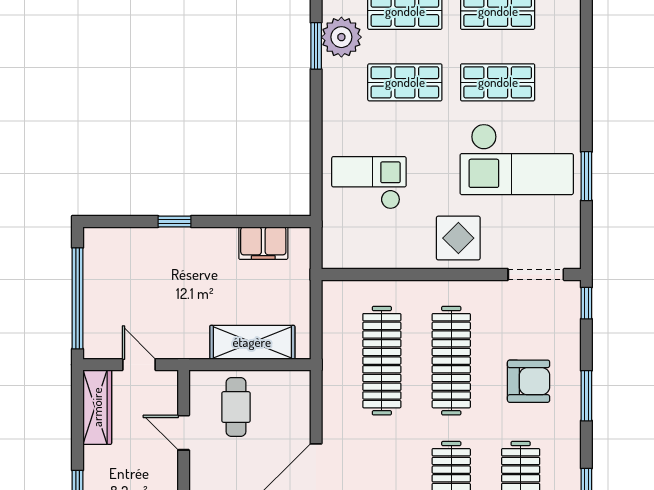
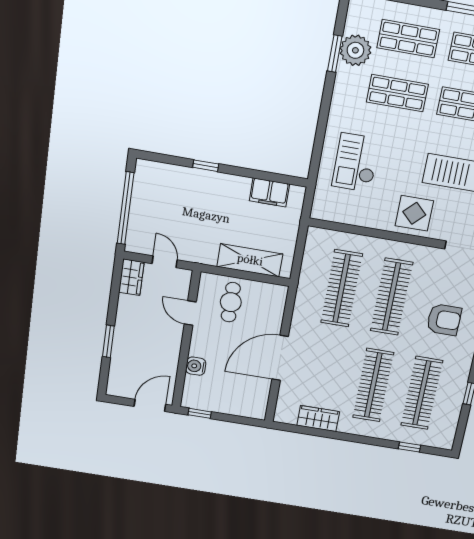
checkout: (369, 183) -> (356, 163), turned -90
wardrobe: (97, 407) -> (131, 277), width x0.67

